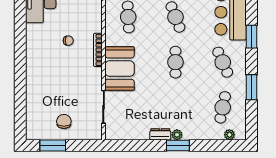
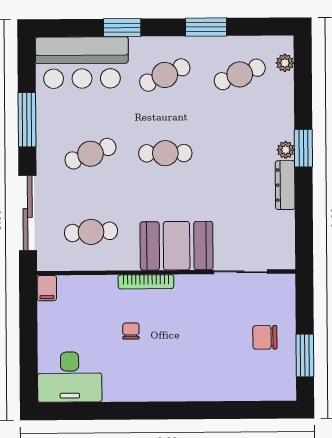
cafe table: (223, 107) -> (240, 74), turned -33
dresser: (160, 134) -> (285, 185), width x1.44

